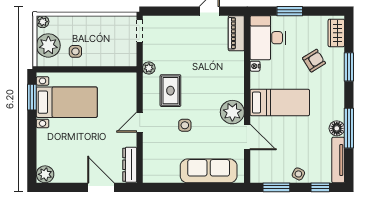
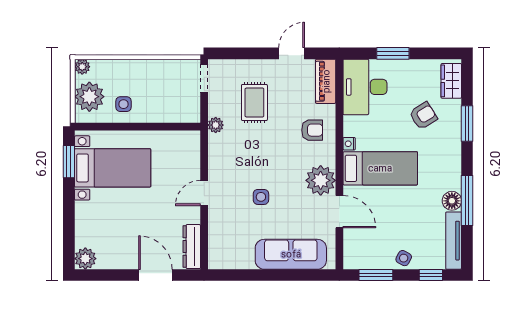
nightstand: (255, 66) -> (349, 144), moved
armchair: (226, 72) -> (312, 130), added
rug: (170, 91) -> (254, 102), moved

